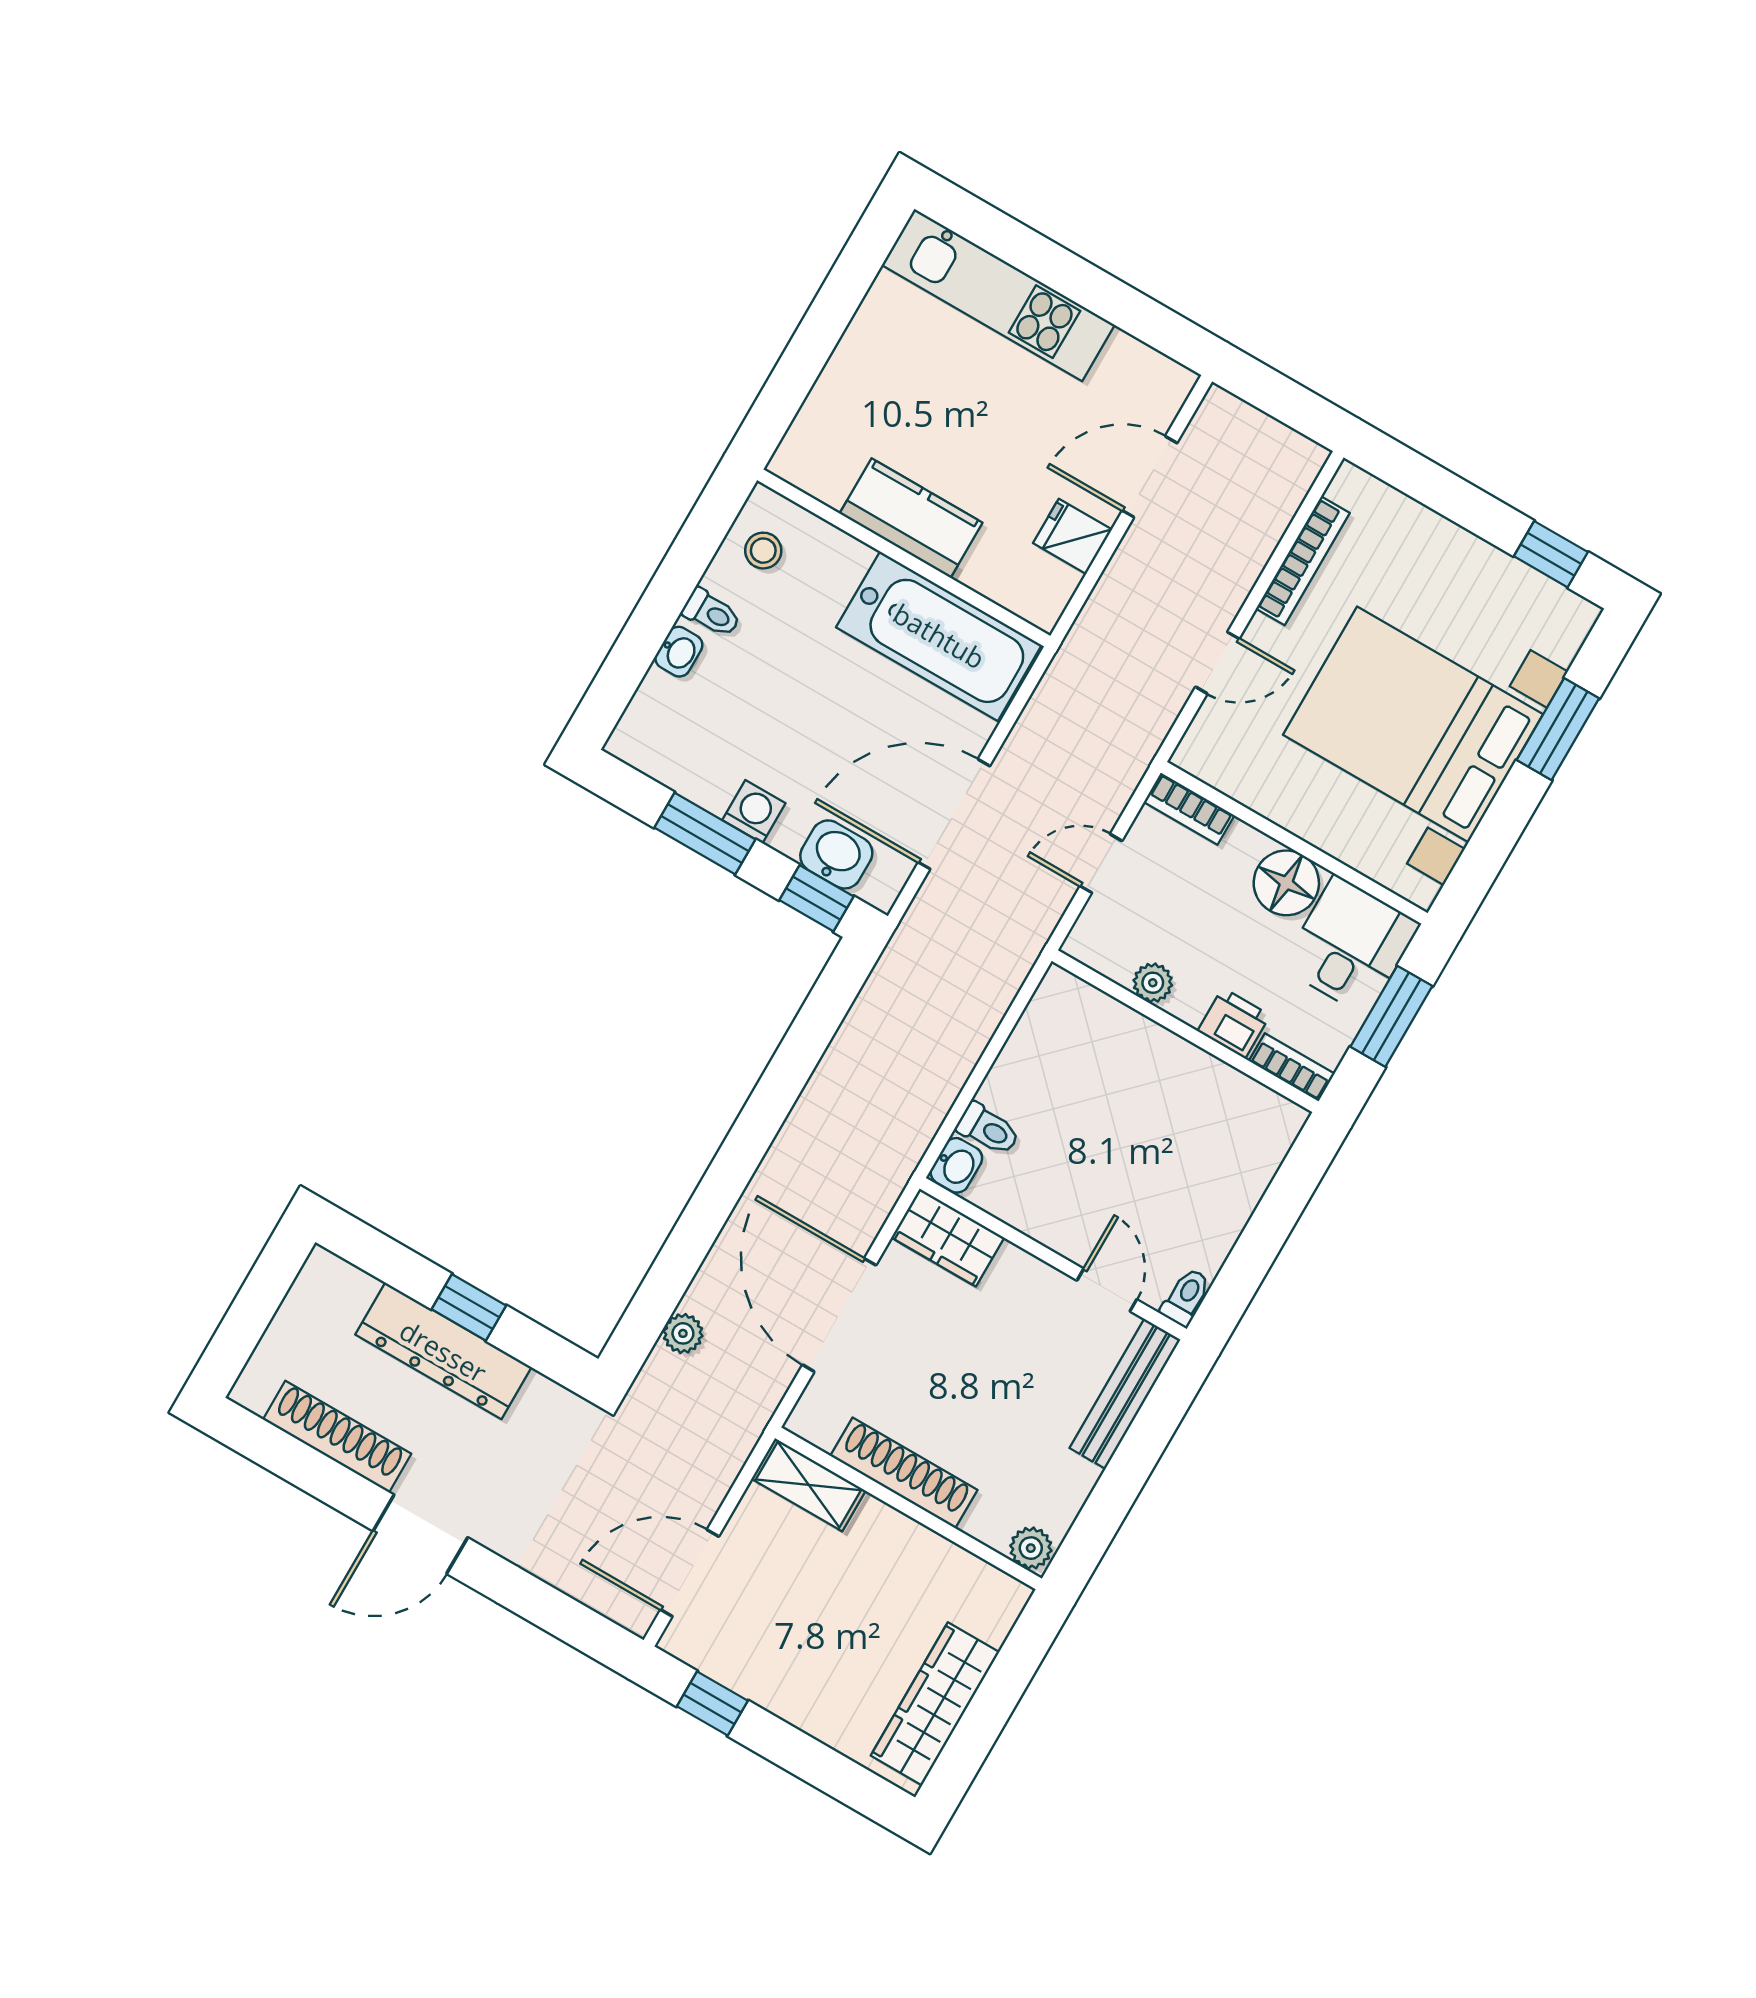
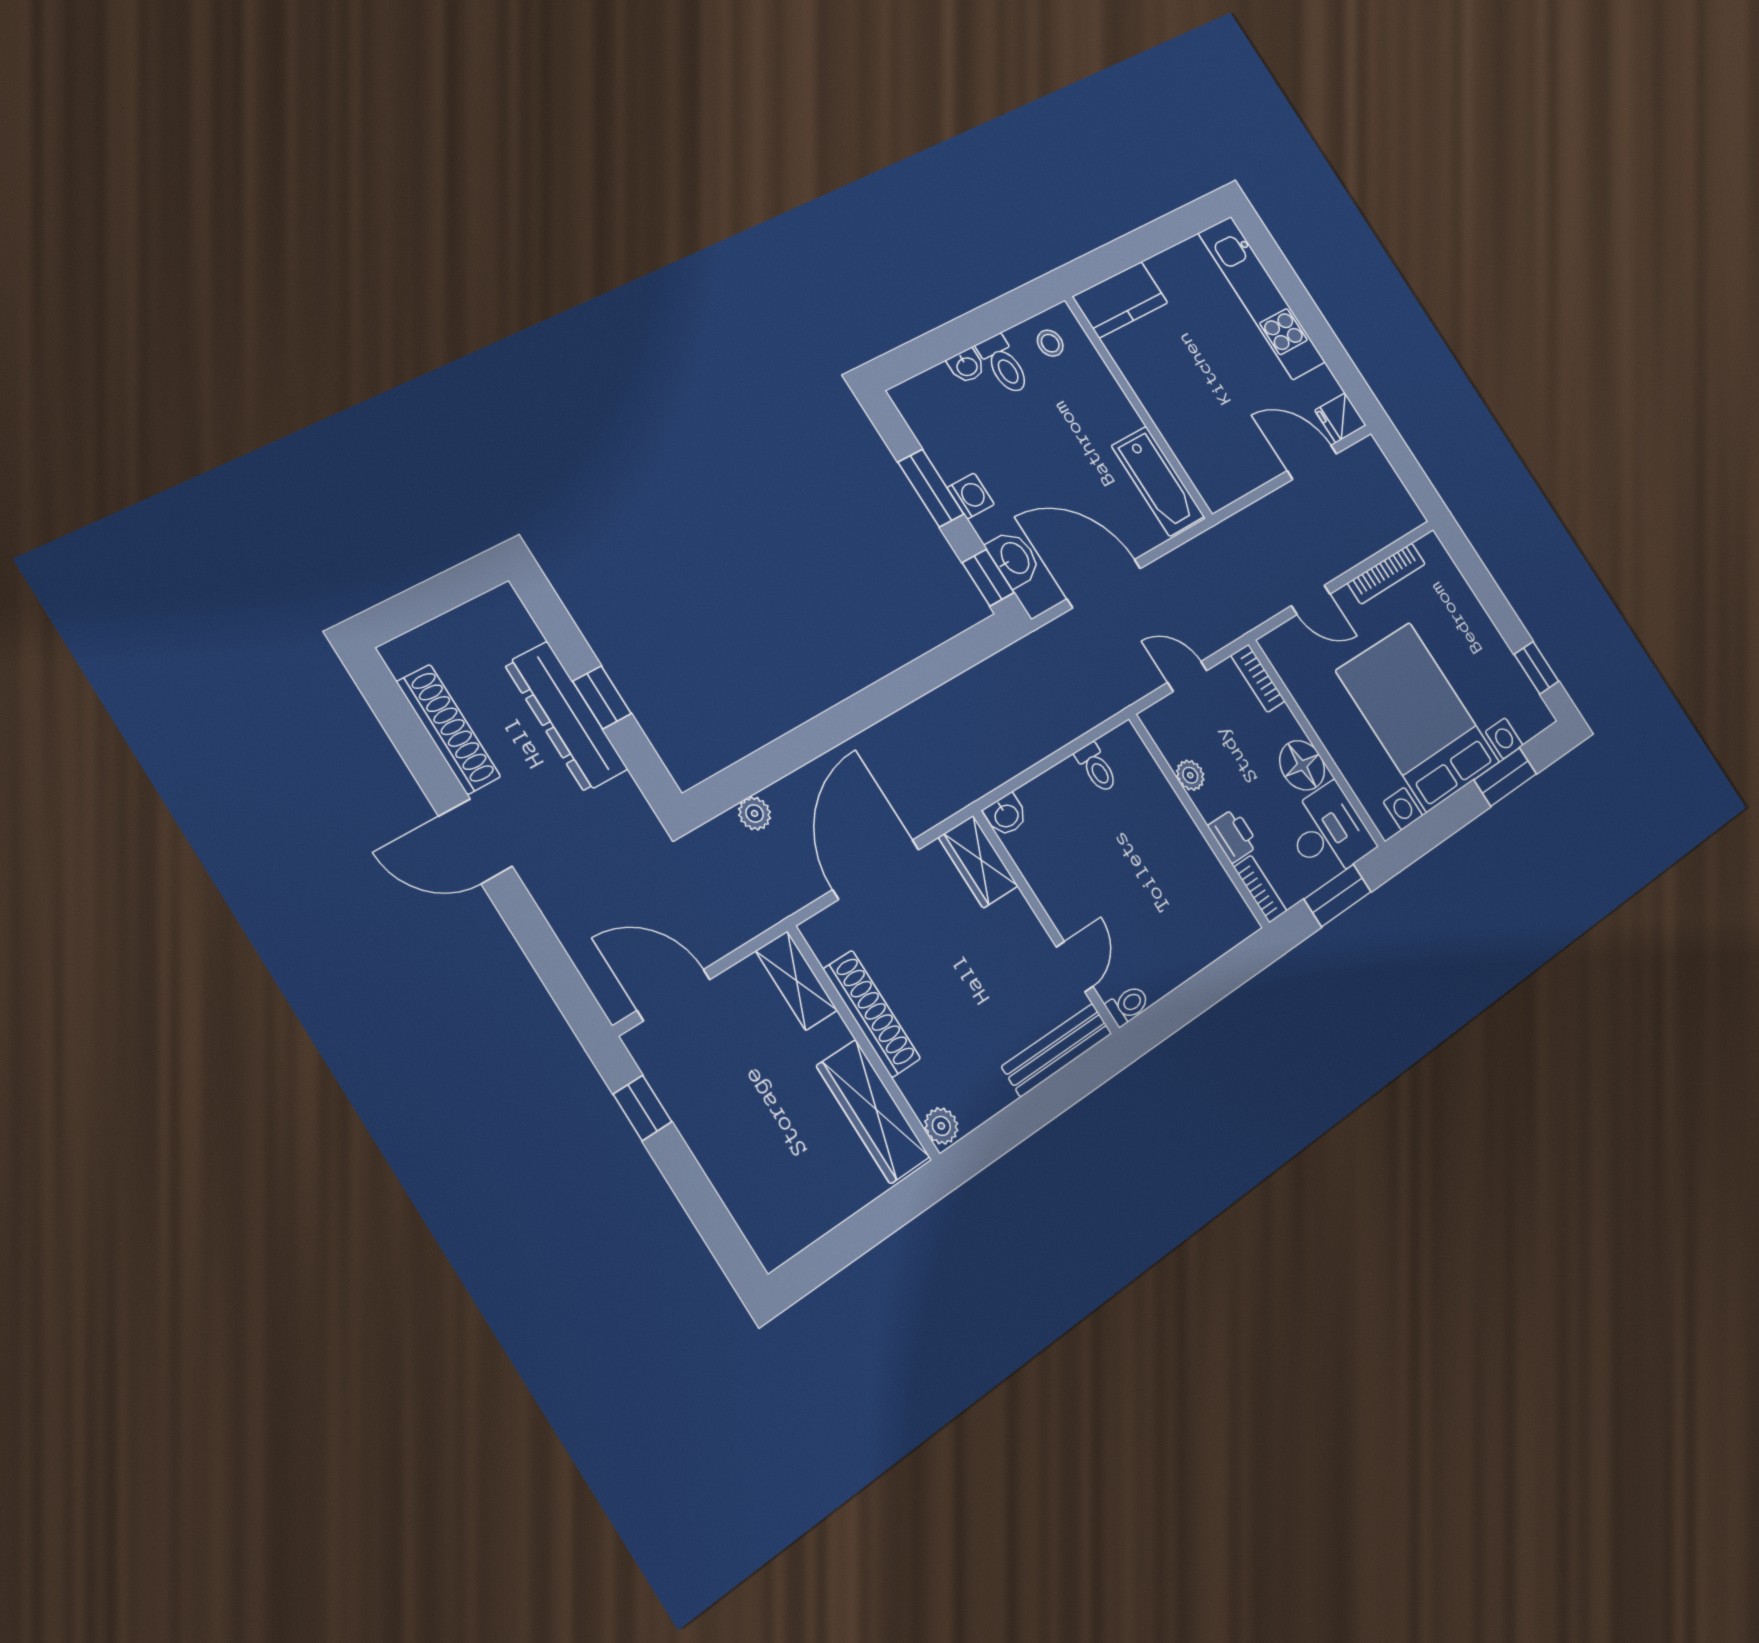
kitchen counter: (911, 518) -> (1120, 300), moved, turned 90
fridge: (1072, 536) -> (1340, 418), moved, turned -90
toilet: (712, 613) -> (1004, 364), width x1.37, depth x1.39
bathtub: (939, 636) -> (1158, 481), width x0.73, depth x0.73
toilet: (988, 1129) -> (1096, 768), moved
wardrobe: (935, 1704) -> (873, 1111), moved, turned -90

